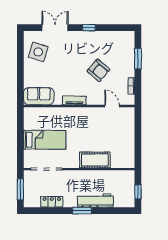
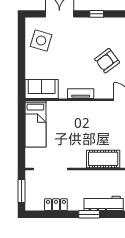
armchair: (98, 70) -> (107, 61), turned 102
bed: (45, 140) -> (35, 124), moved, turned 90

